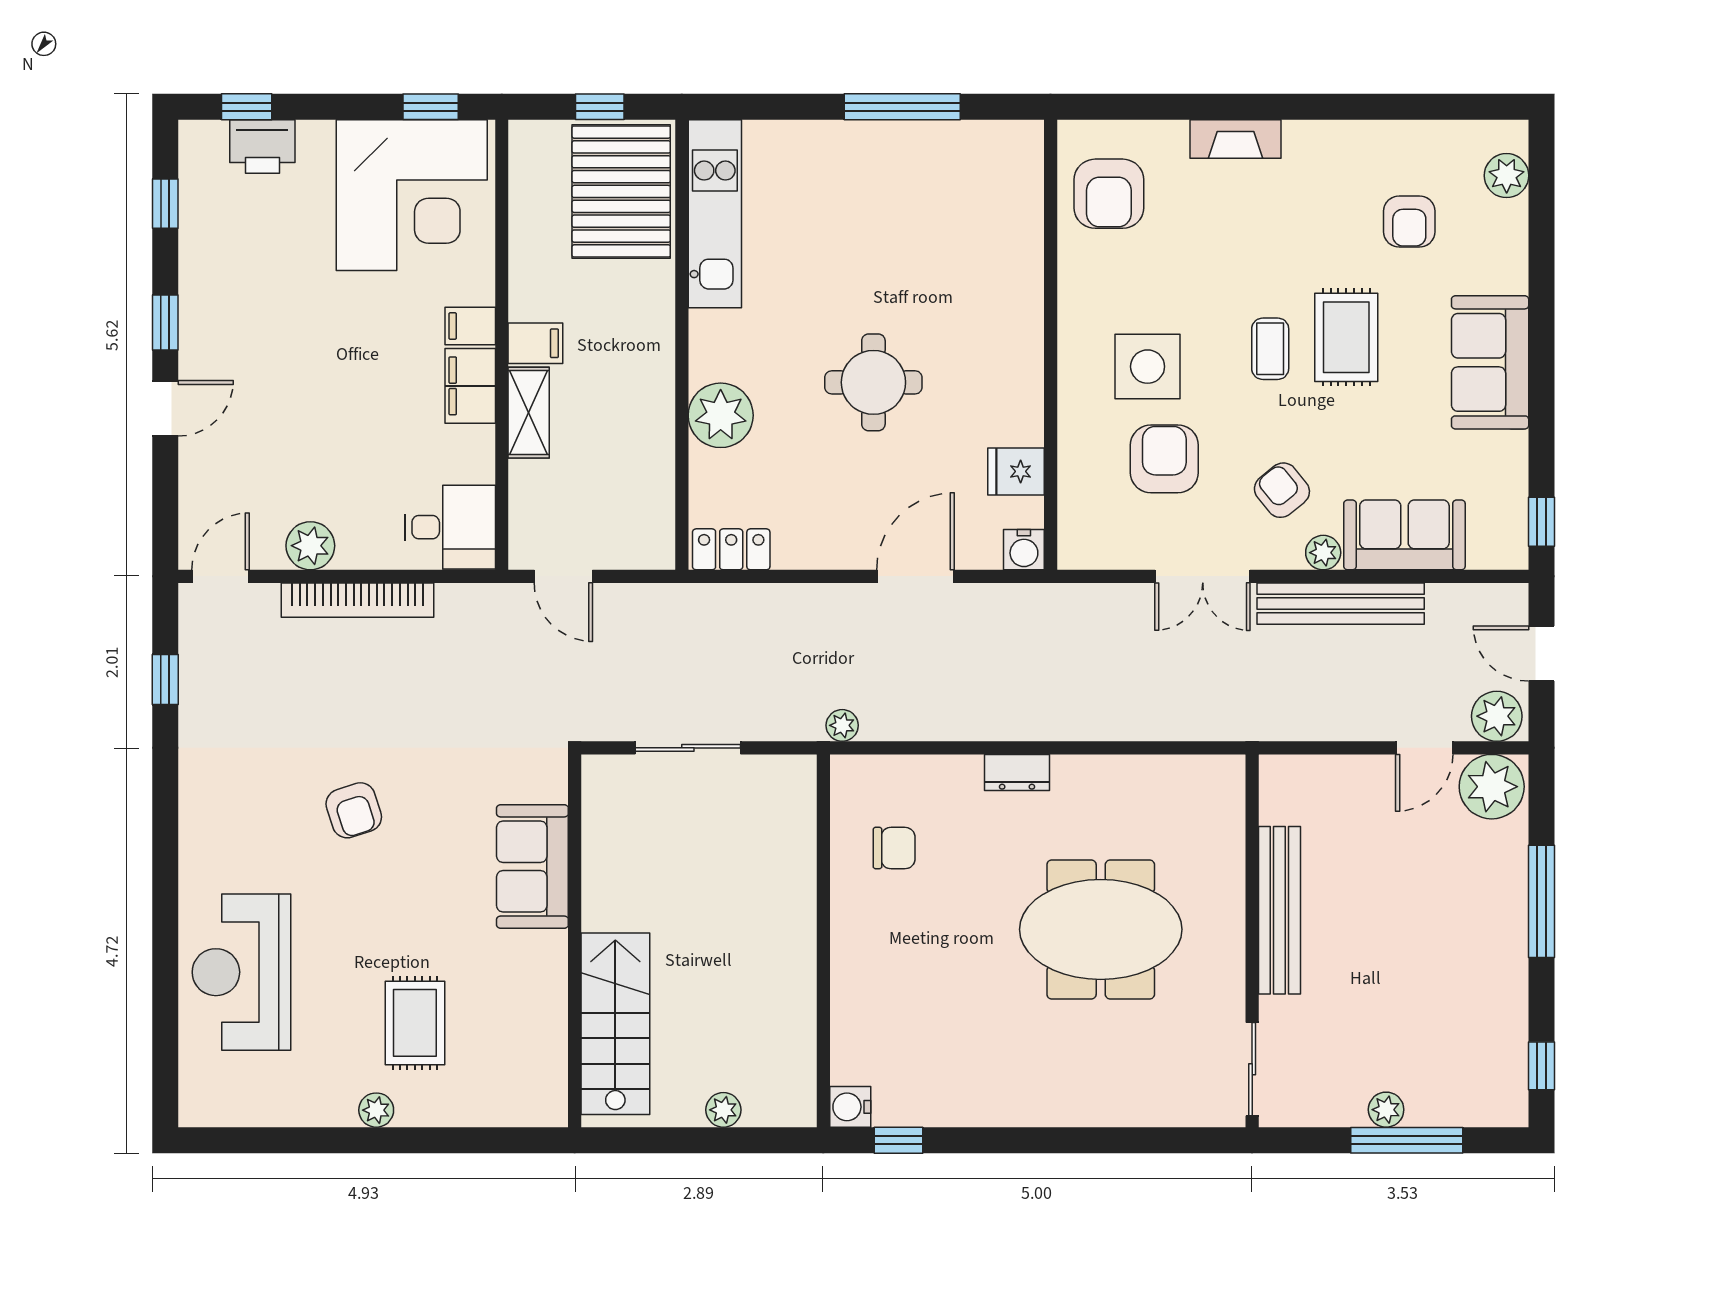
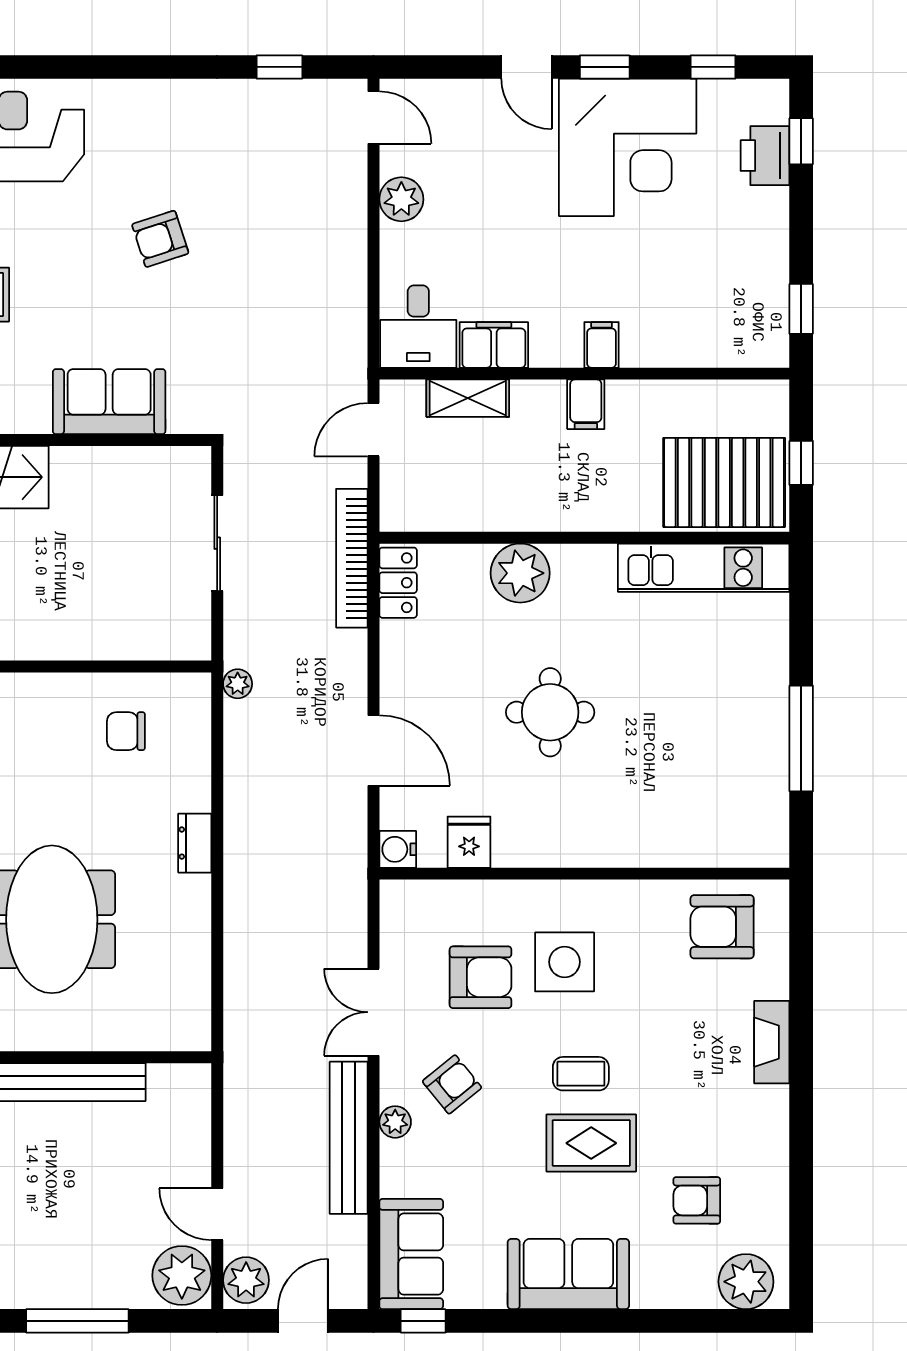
plant: (1507, 176) -> (746, 1282), width x1.36, depth x1.36
corner desk: (412, 195) -> (628, 147), moved, turned -90
filing cabinet: (470, 386) -> (494, 345), moved
shelving: (529, 413) -> (468, 398), moved
sofa: (1404, 535) -> (411, 1254), moved
bookcase: (358, 600) -> (352, 558), moved
chair: (894, 848) -> (126, 731), turned 90

